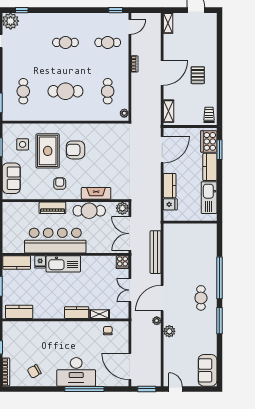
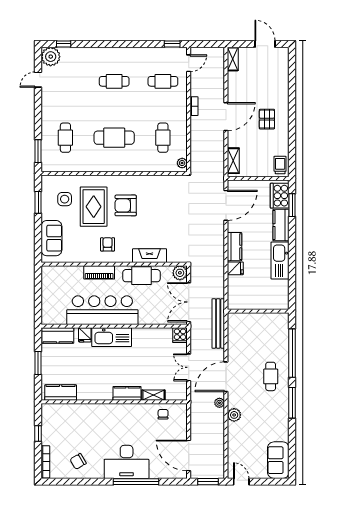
wall: (190, 222) -> (258, 311), moved

